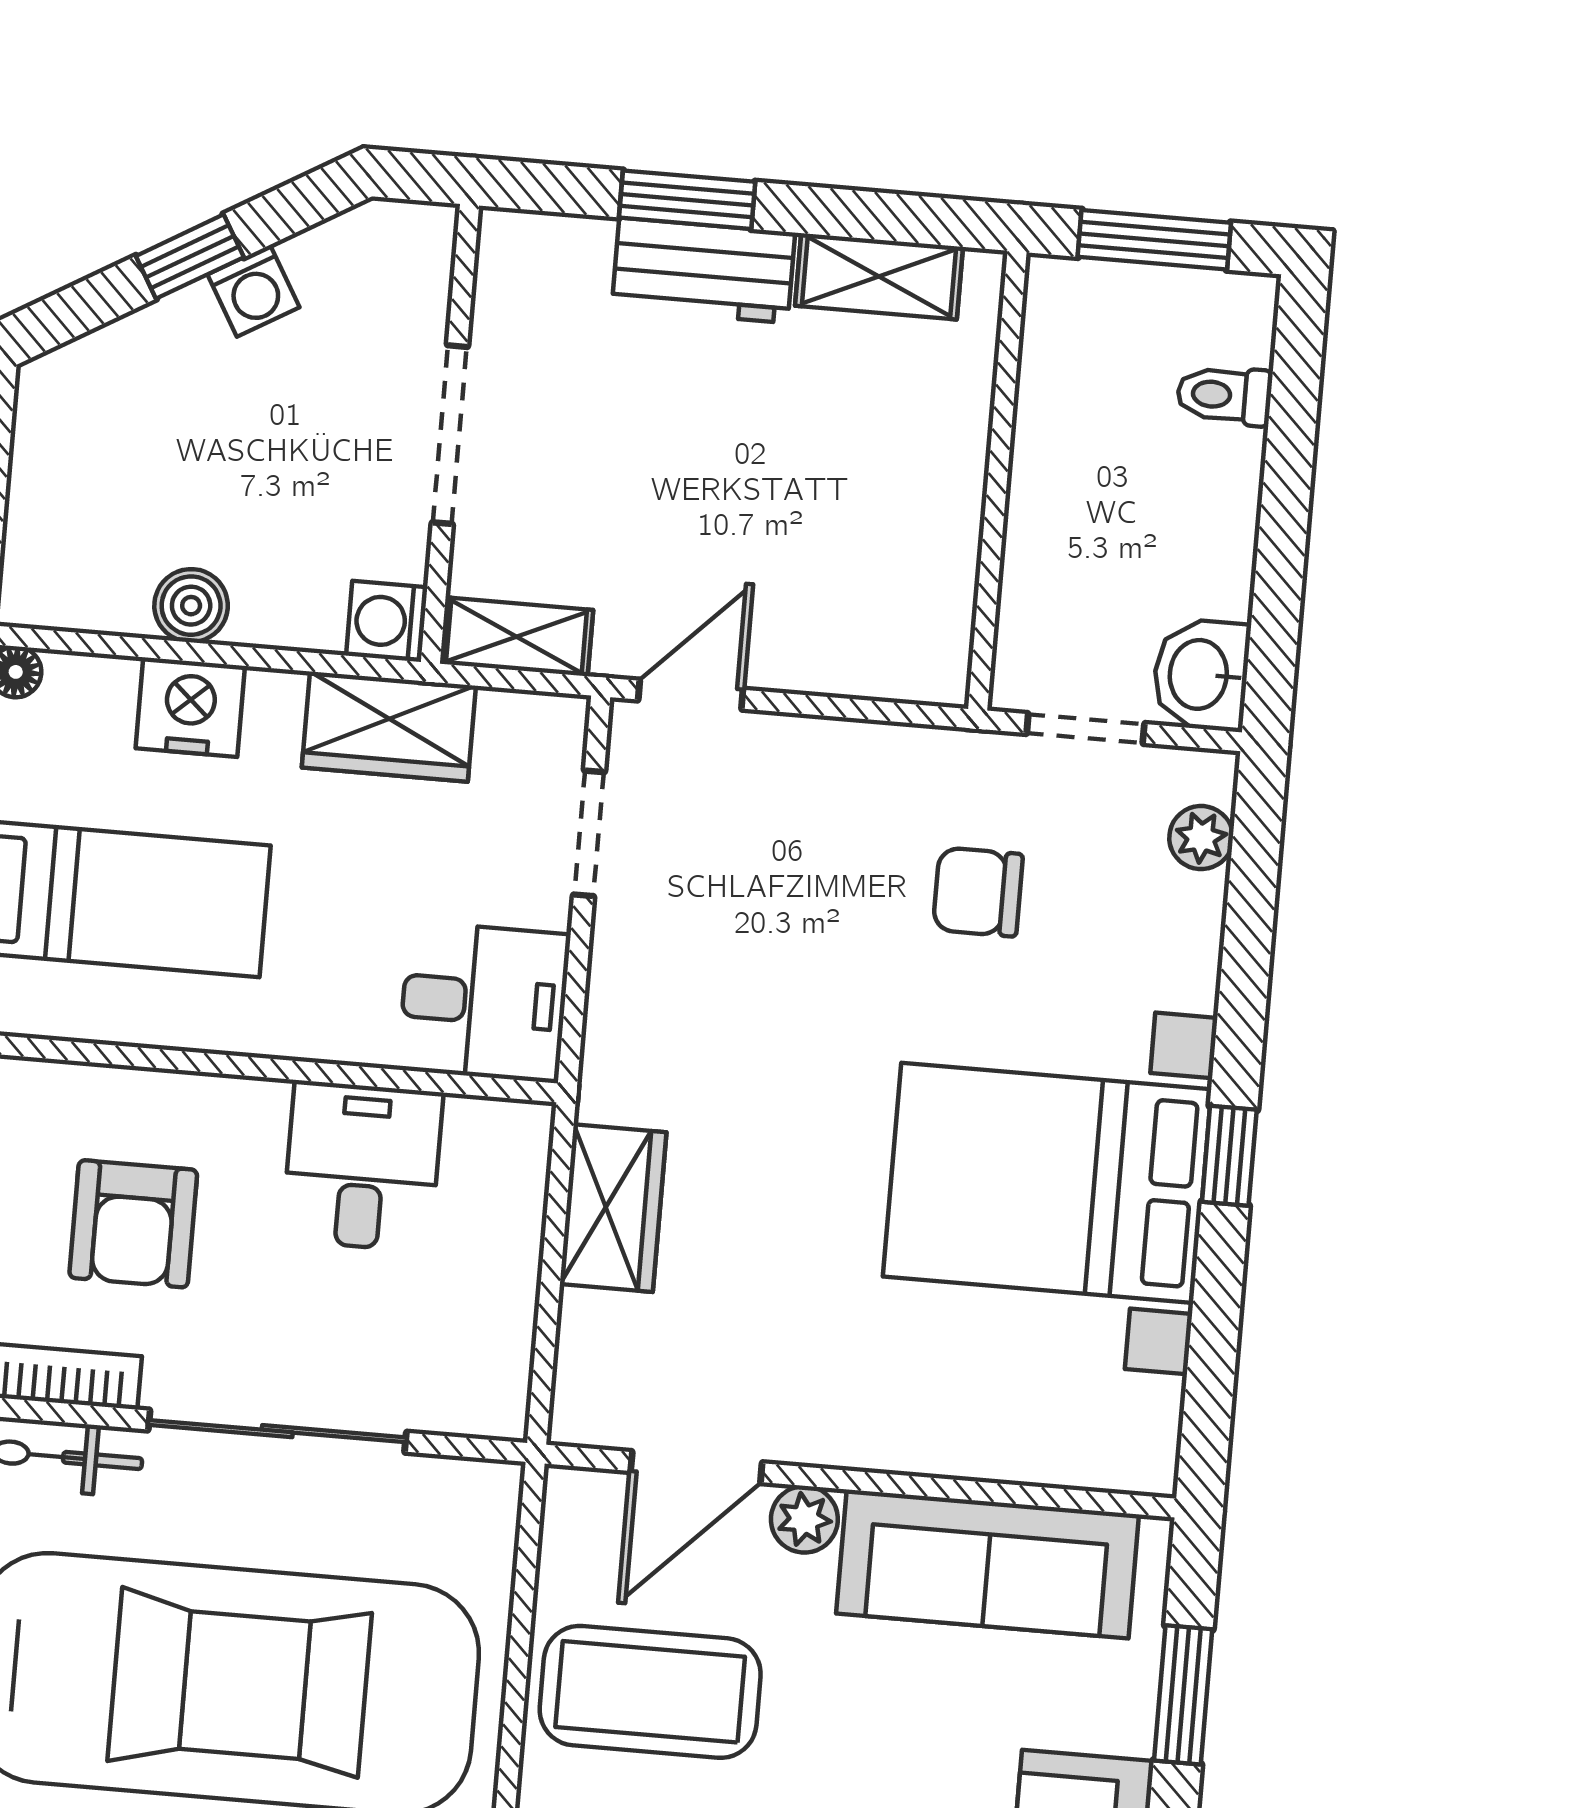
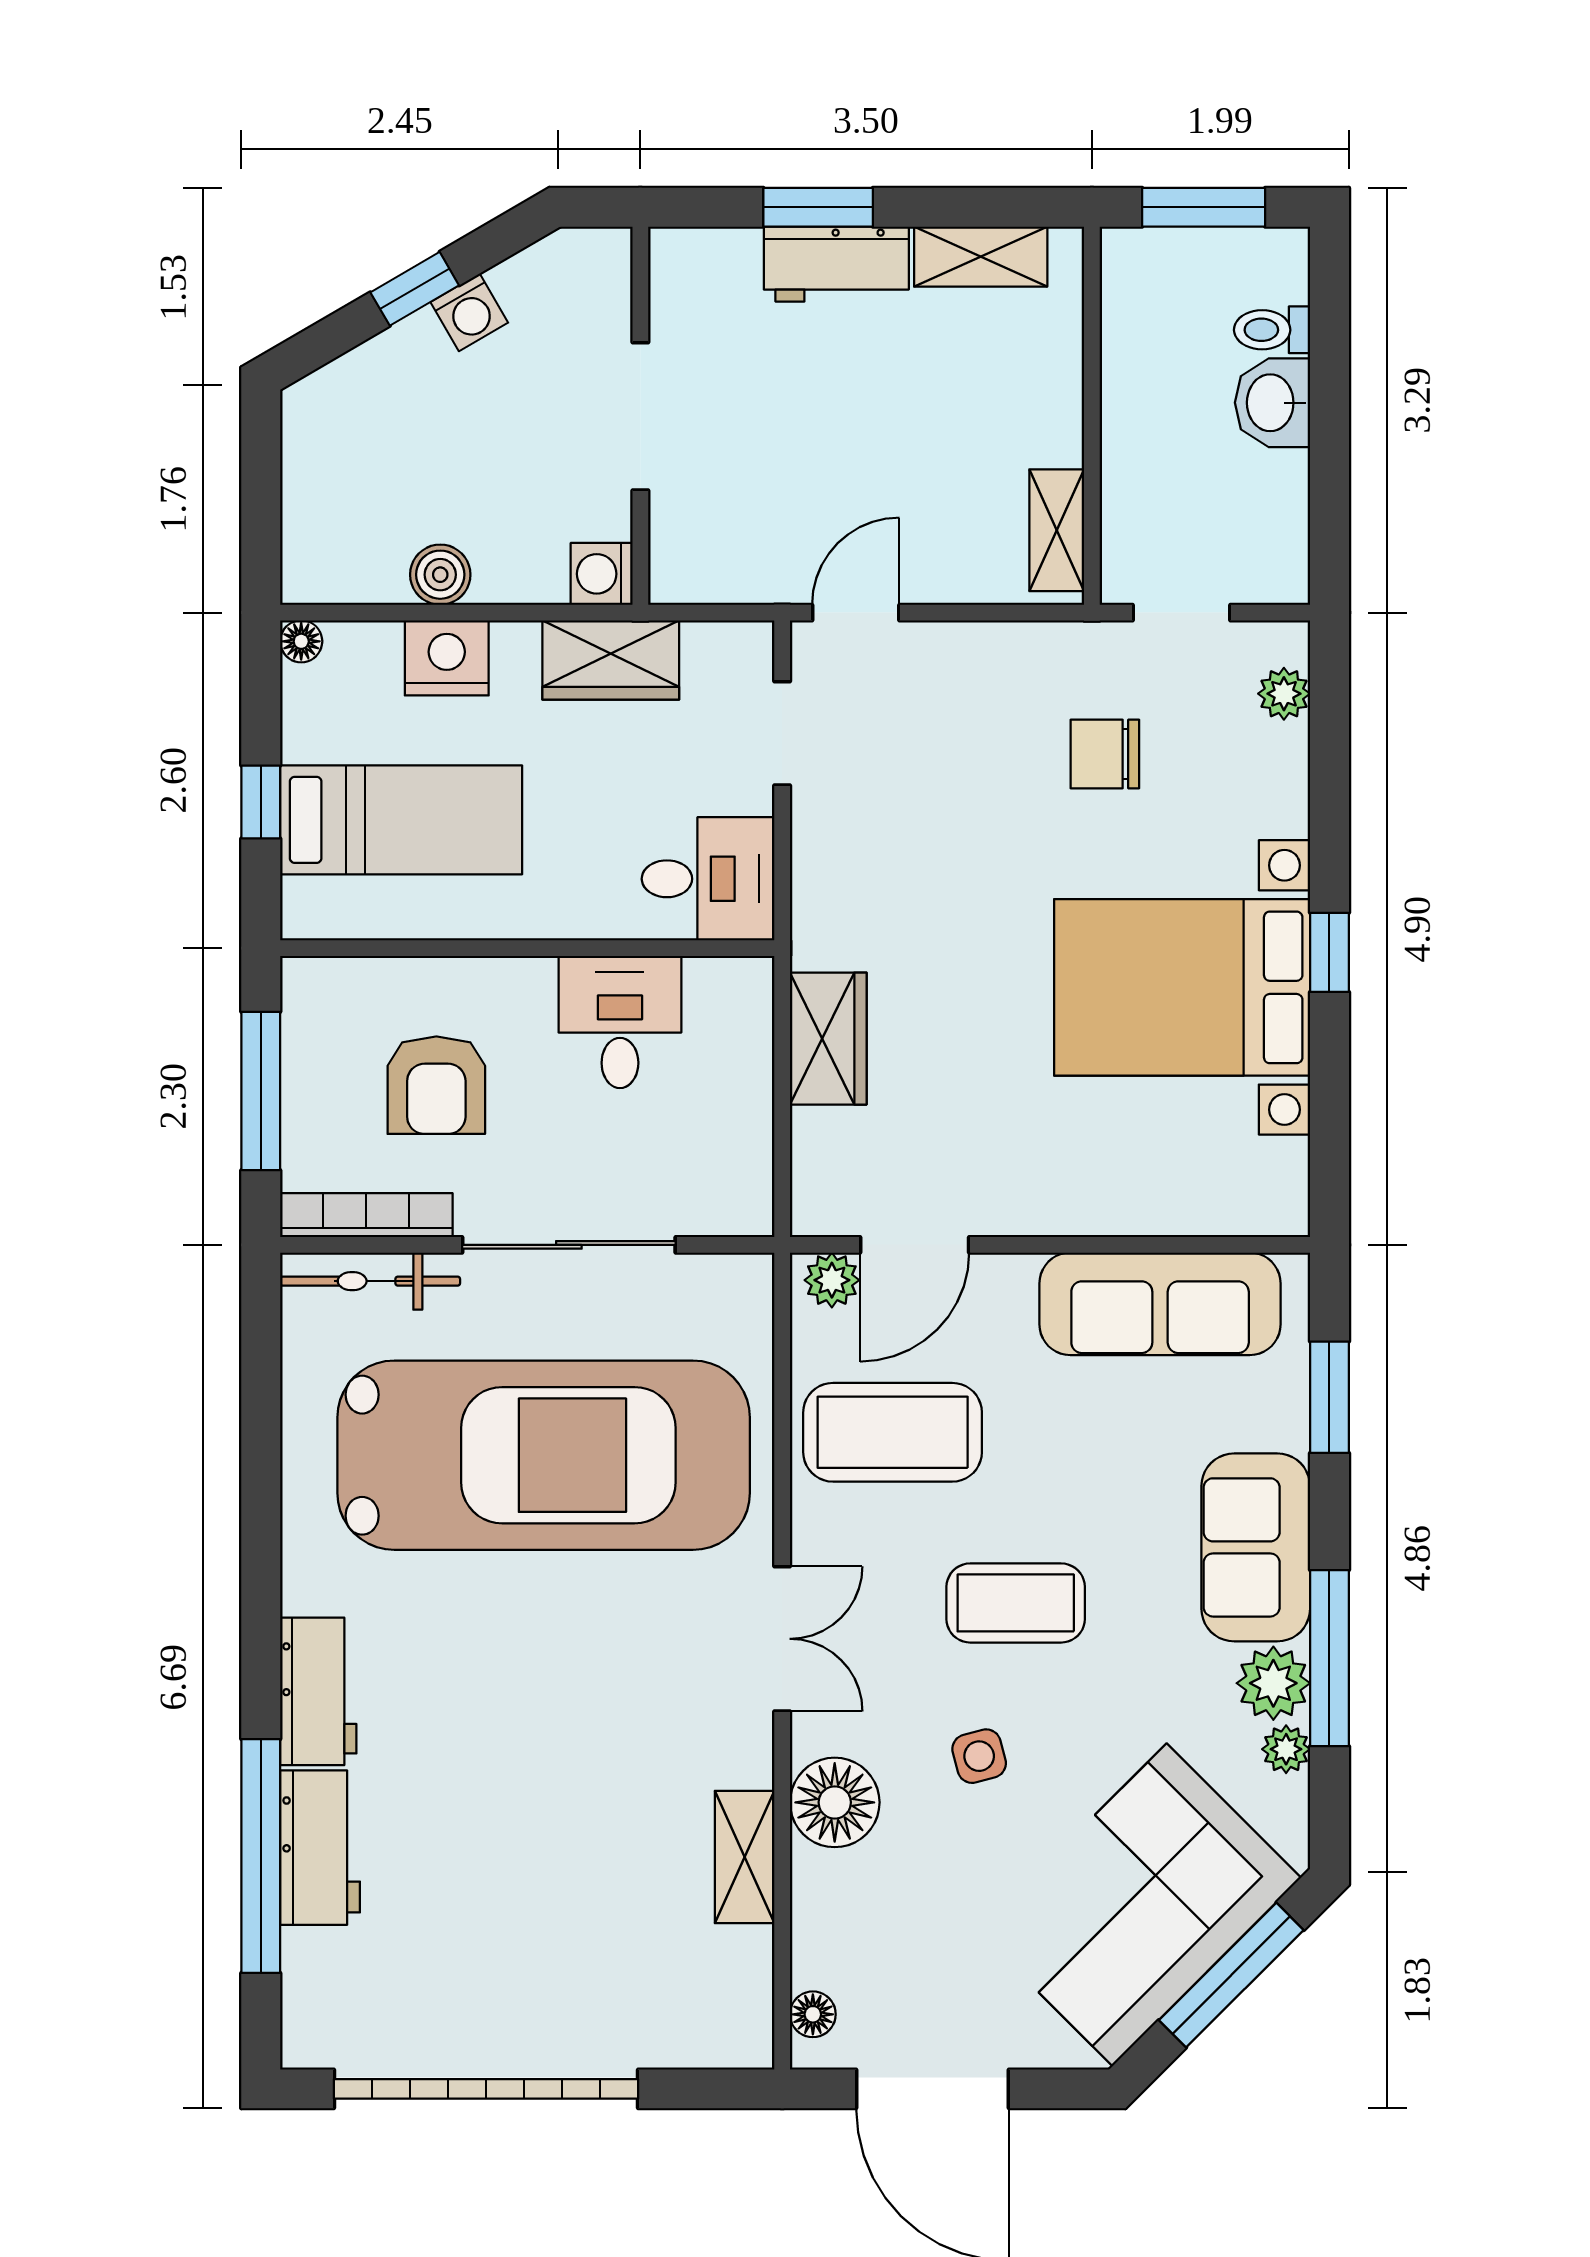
shelving: (516, 637) -> (1057, 530), moved, turned 90
washbasin: (1201, 675) -> (1272, 403), moved
plant: (804, 1519) -> (832, 1280), moved

